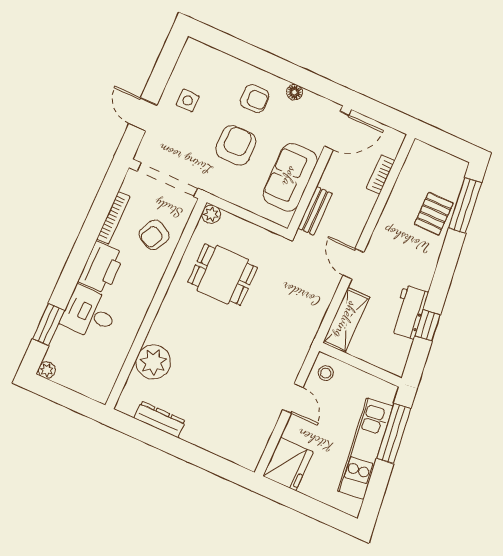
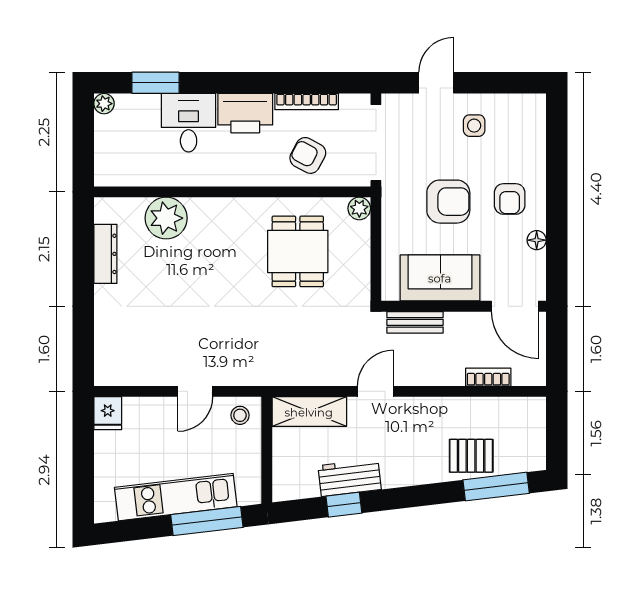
fridge: (288, 464) -> (108, 413), width x0.53, depth x0.75

